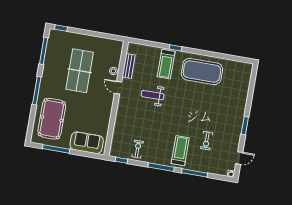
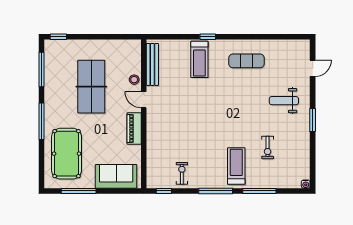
bench: (129, 66) -> (152, 64), width x1.36
exercise mat: (202, 71) -> (246, 61), width x0.50, depth x0.69
weight bench: (153, 95) -> (284, 101), moved
piano: (107, 108) -> (134, 129), added
door: (239, 158) -> (313, 68), moved

